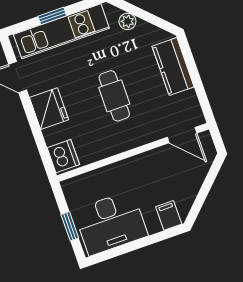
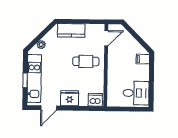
cafe table: (114, 96) -> (86, 61), moved
desk: (111, 223) -> (136, 93), width x0.73
window: (70, 226) -> (131, 109), removed

